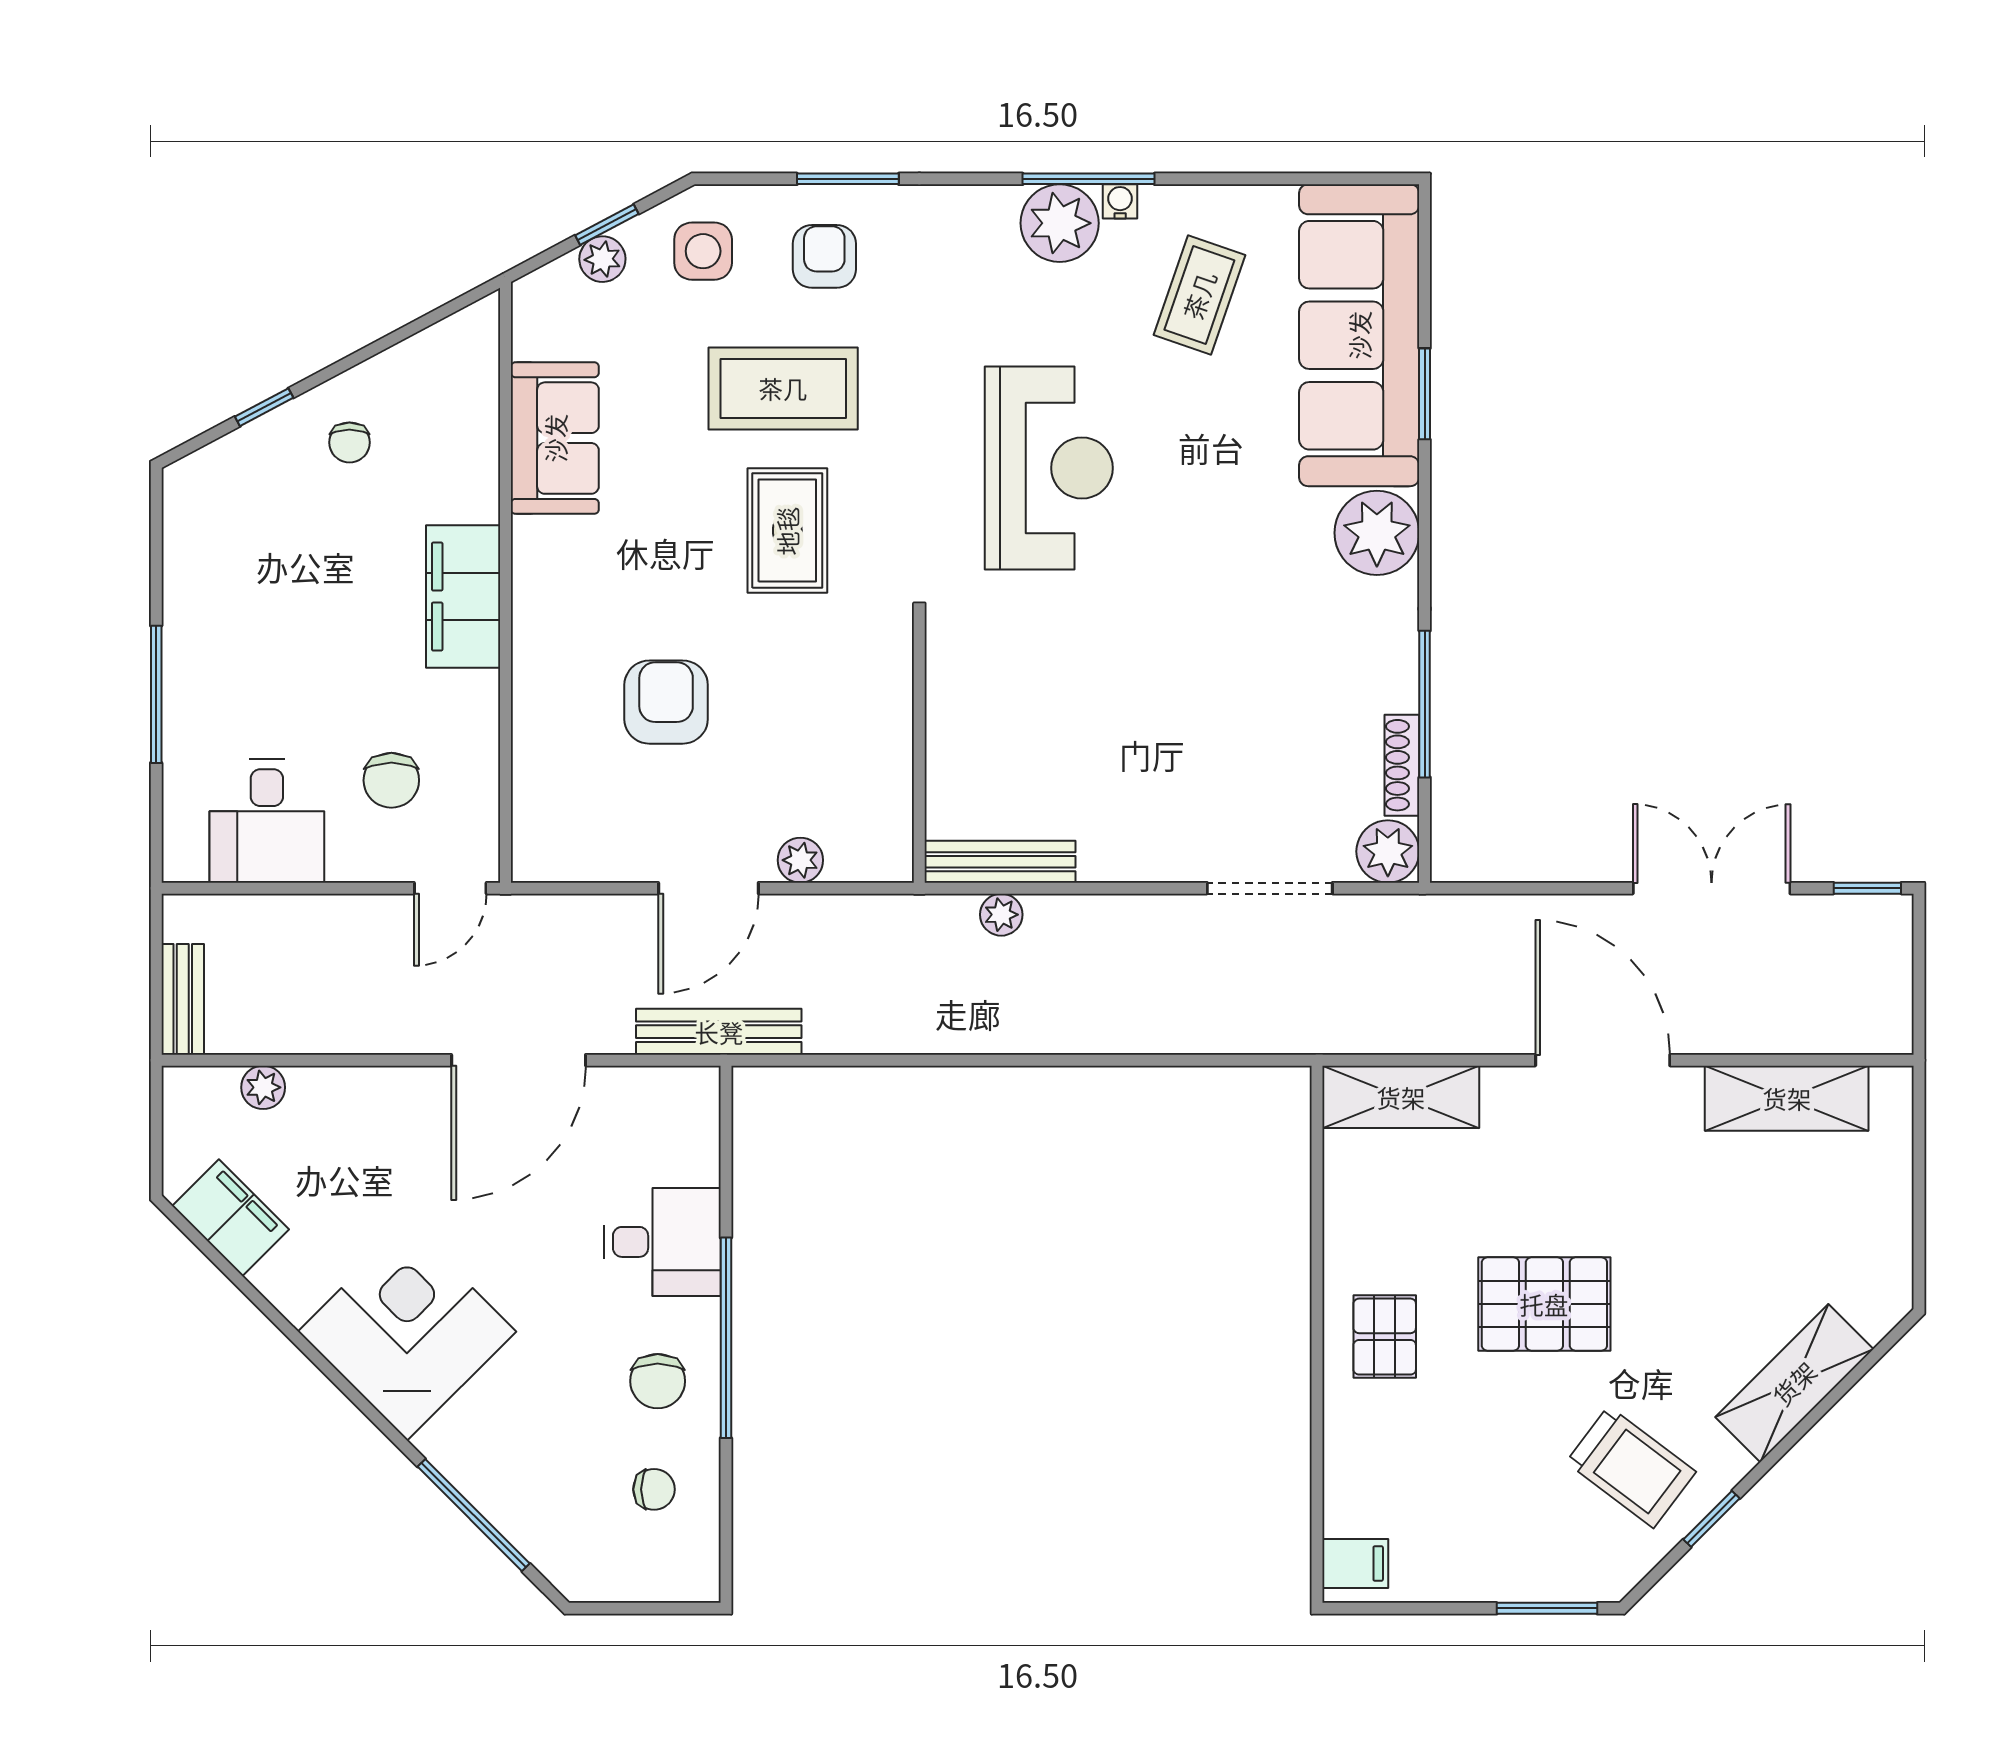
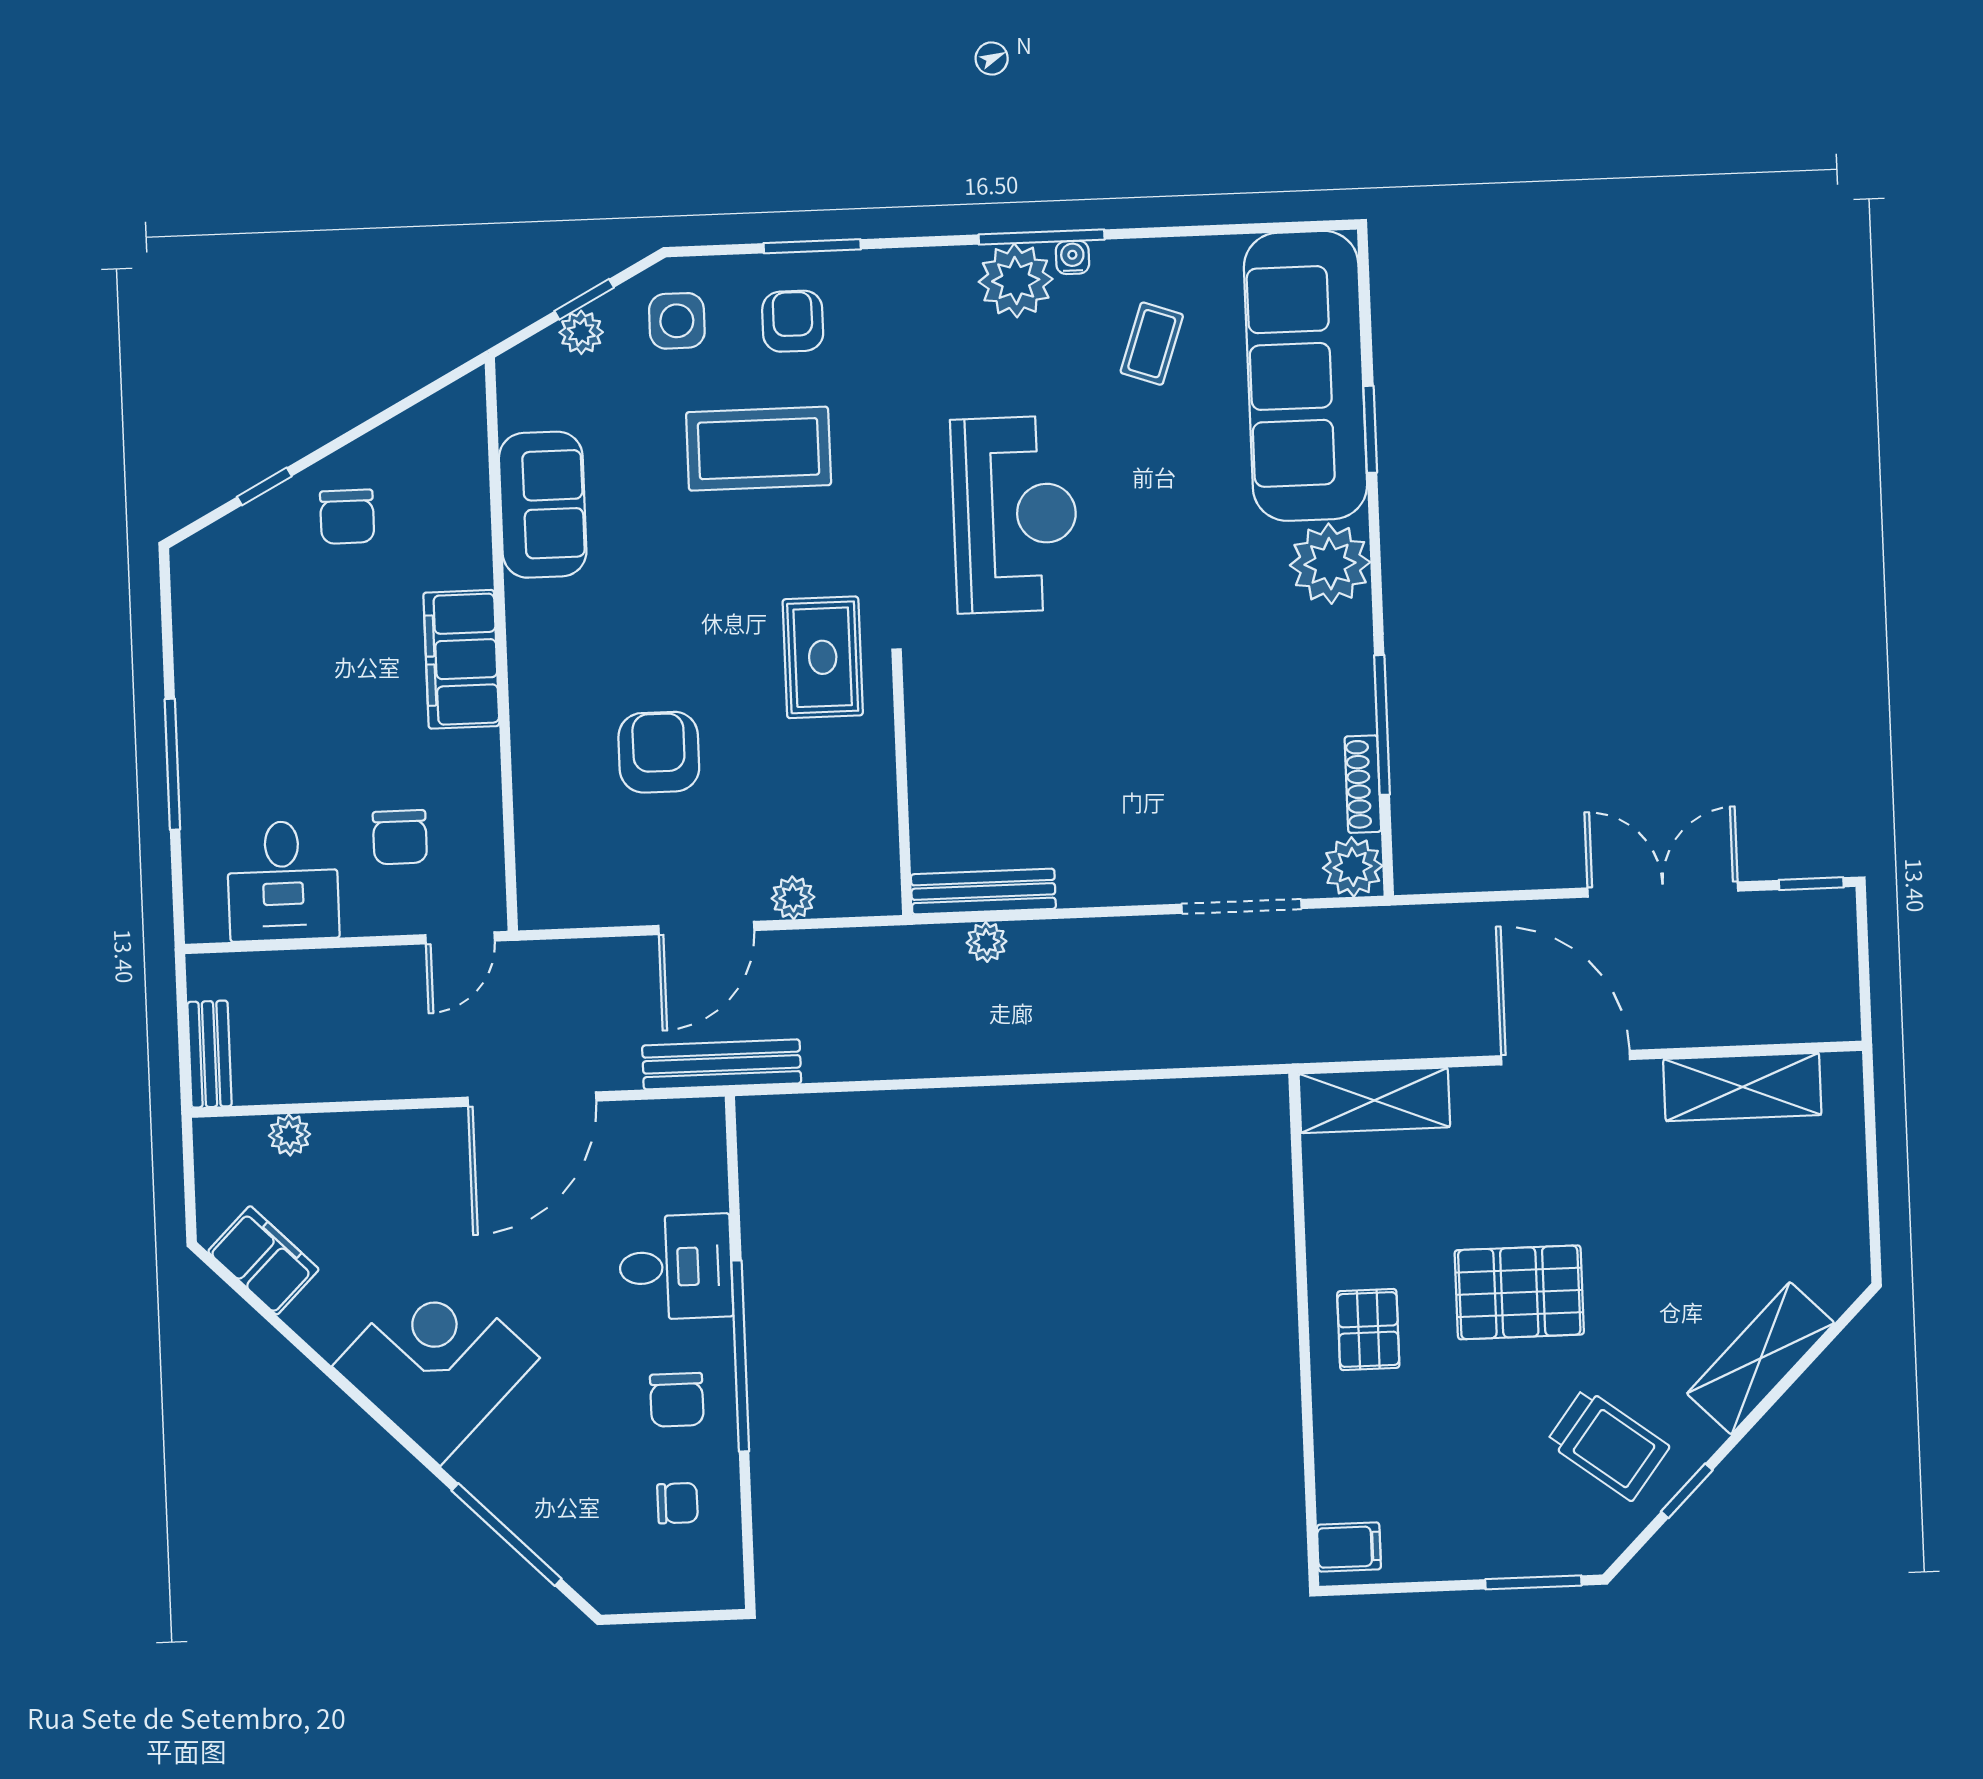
coffee table: (1199, 295) -> (1152, 344), width x0.73, depth x0.77
chair: (349, 442) -> (347, 517), width x1.37, depth x1.37
rug: (787, 531) -> (823, 657), moved

